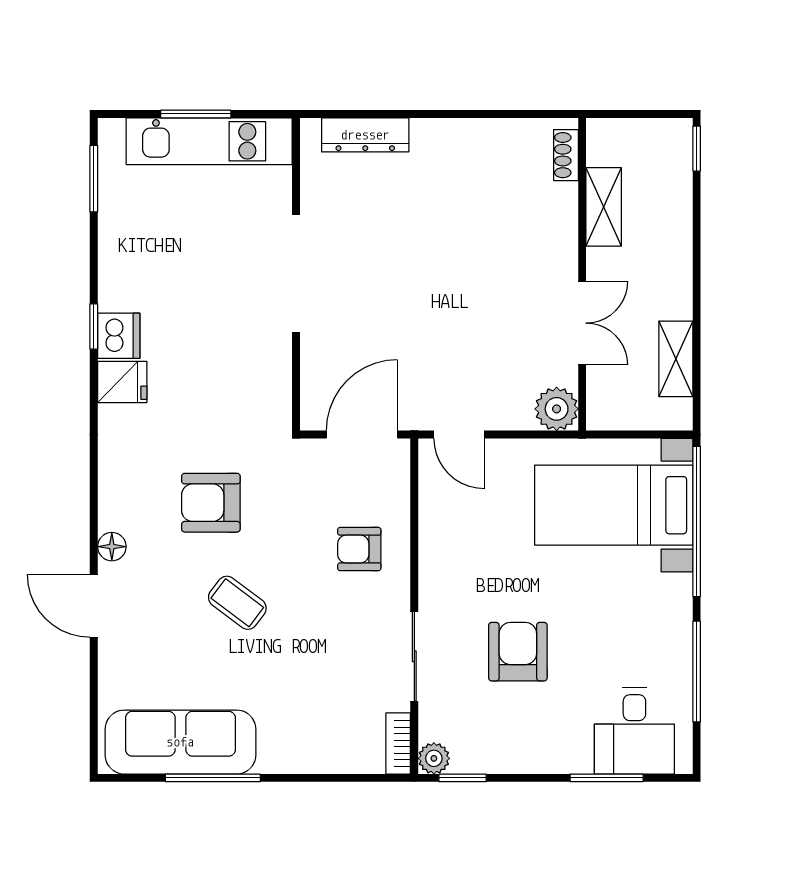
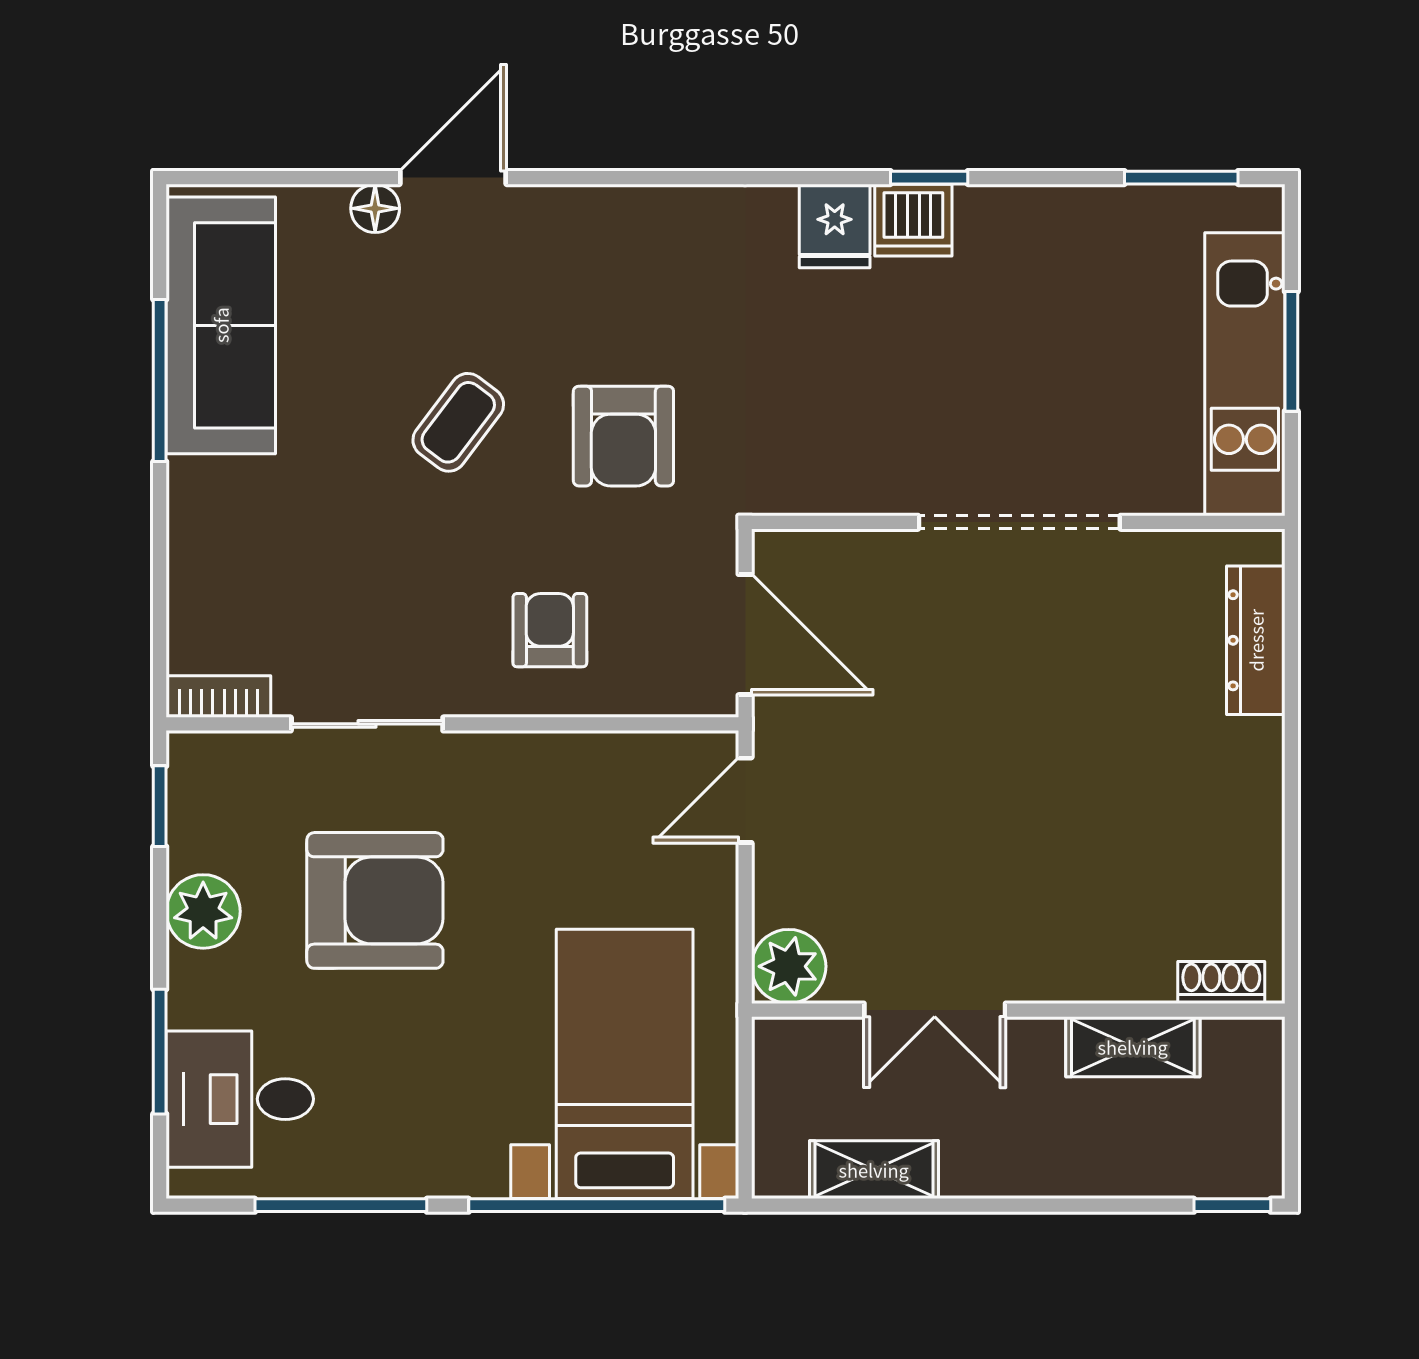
armchair: (211, 503) -> (623, 436), moved, turned 180
floor lamp: (112, 547) -> (375, 208), moved
armchair: (518, 652) -> (375, 900), width x1.36, depth x1.36
plant: (434, 758) -> (203, 911), moved, width x1.38, depth x1.38

